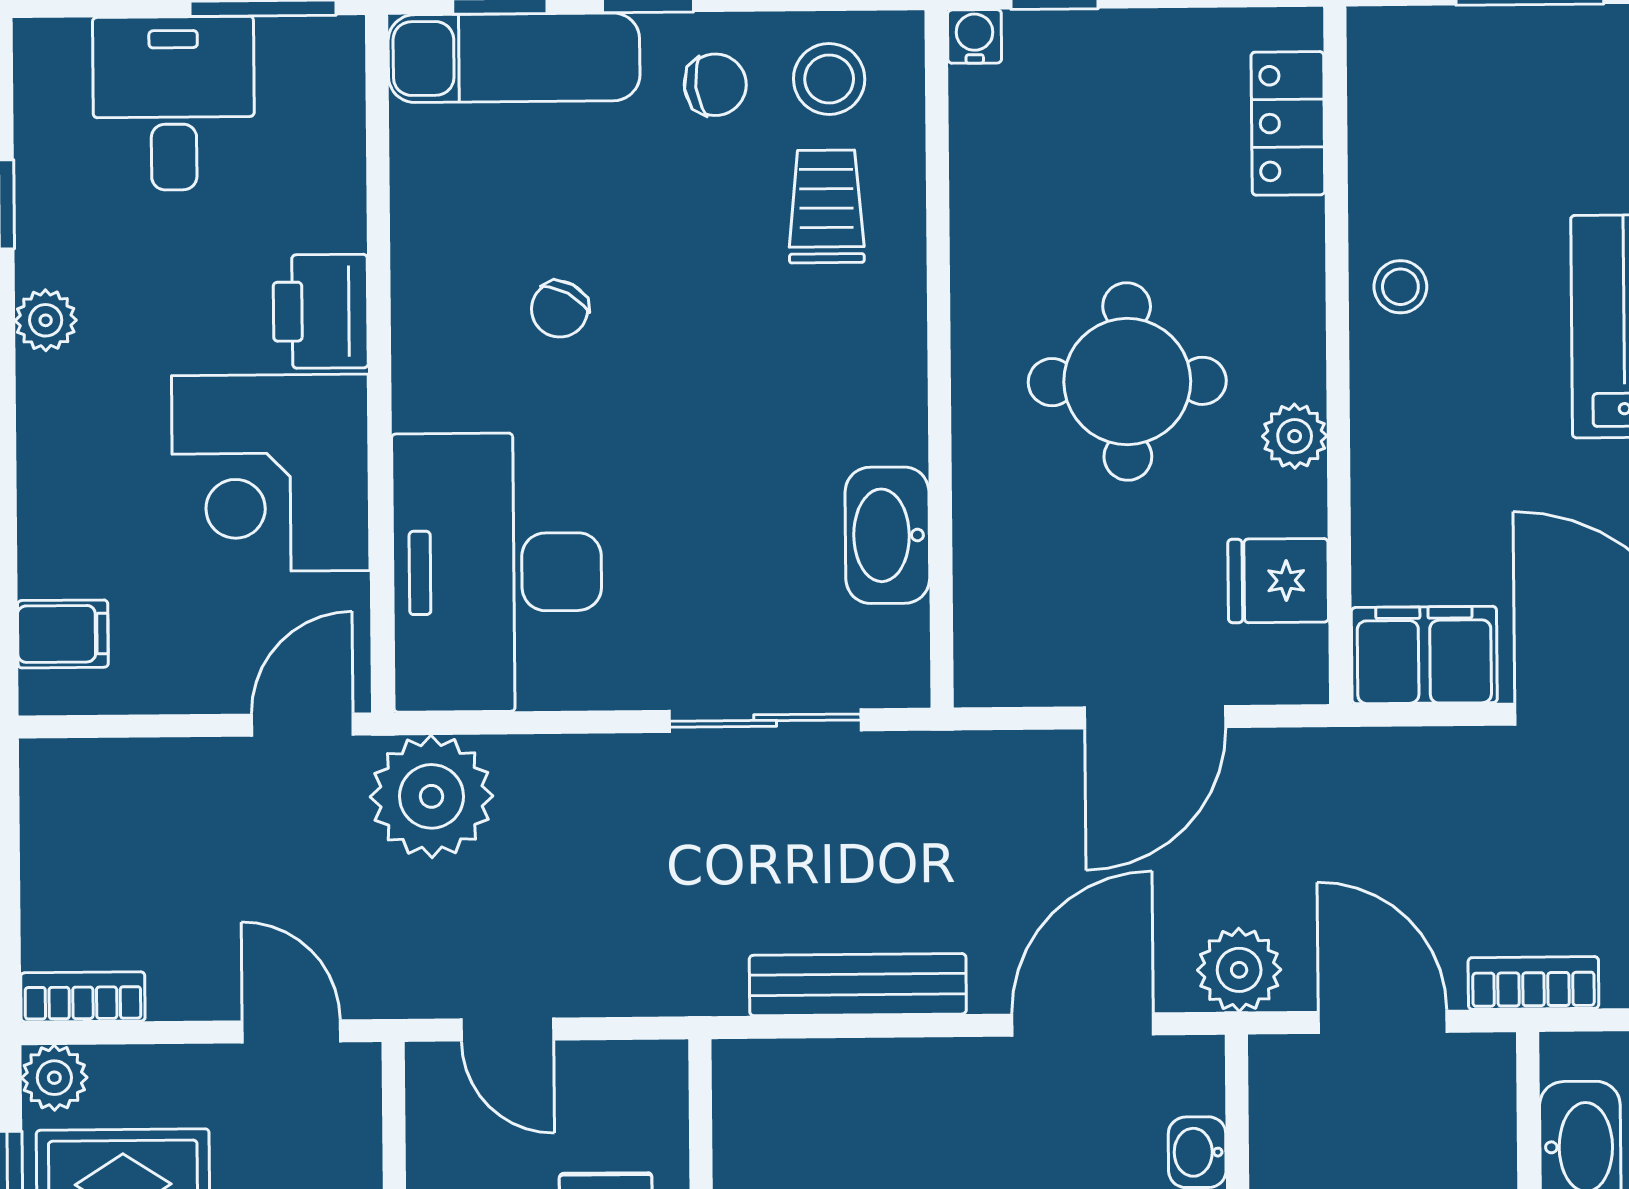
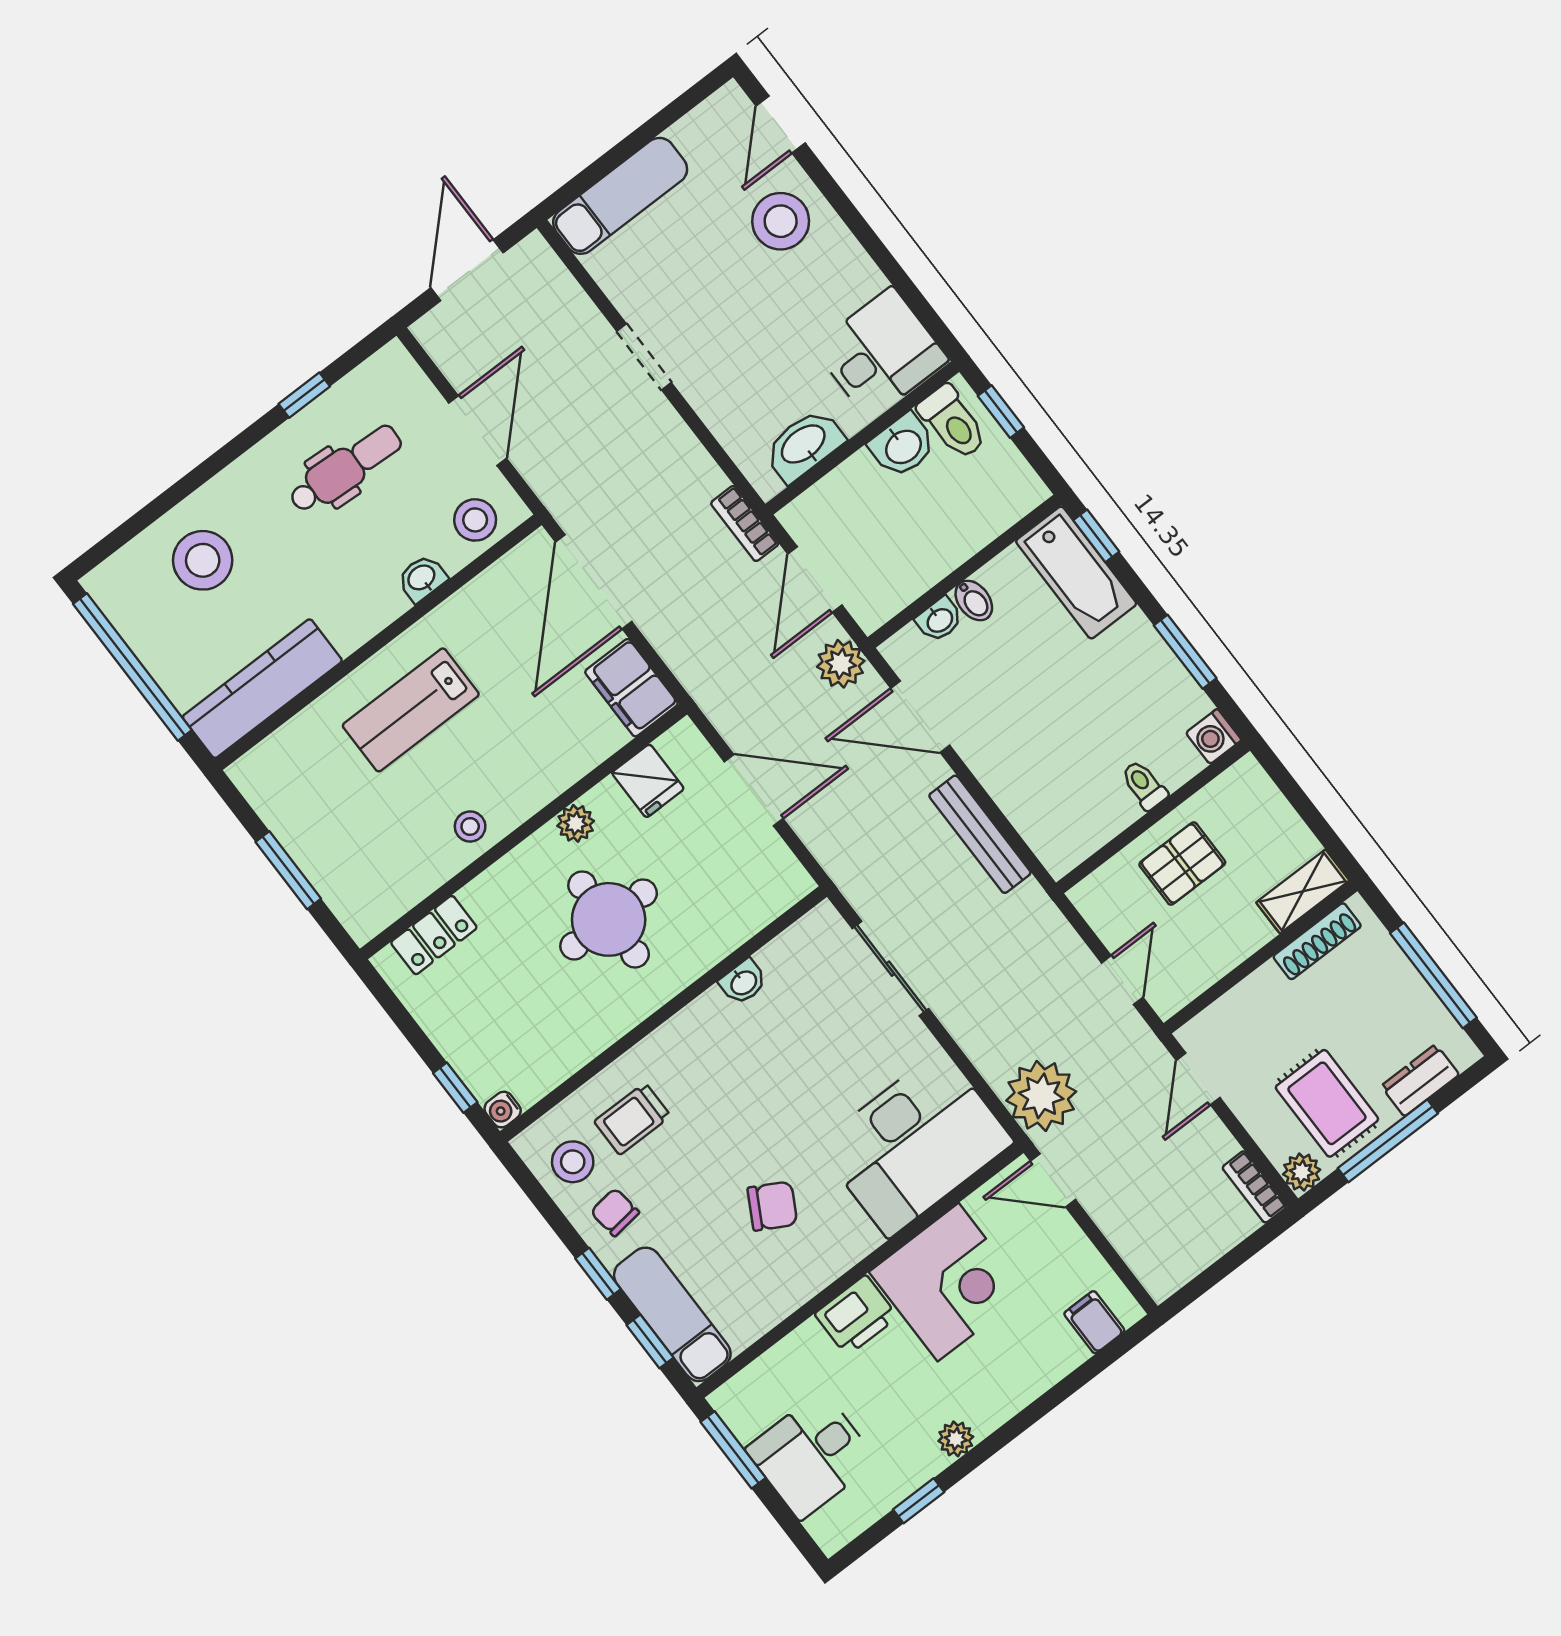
chair: (560, 309) -> (772, 1206), width x1.37, depth x1.37
washbasin: (887, 535) -> (743, 982), width x0.52, depth x0.69

